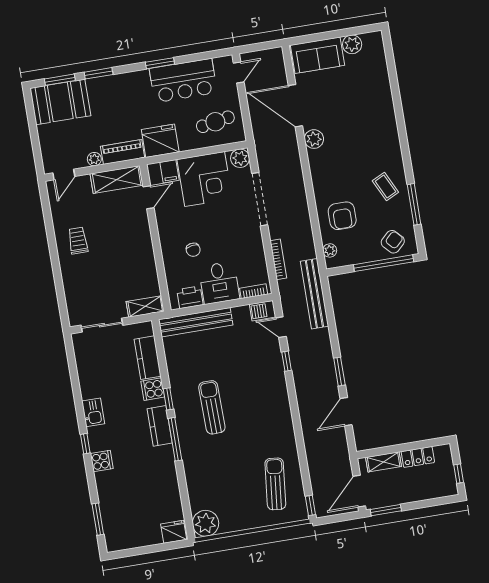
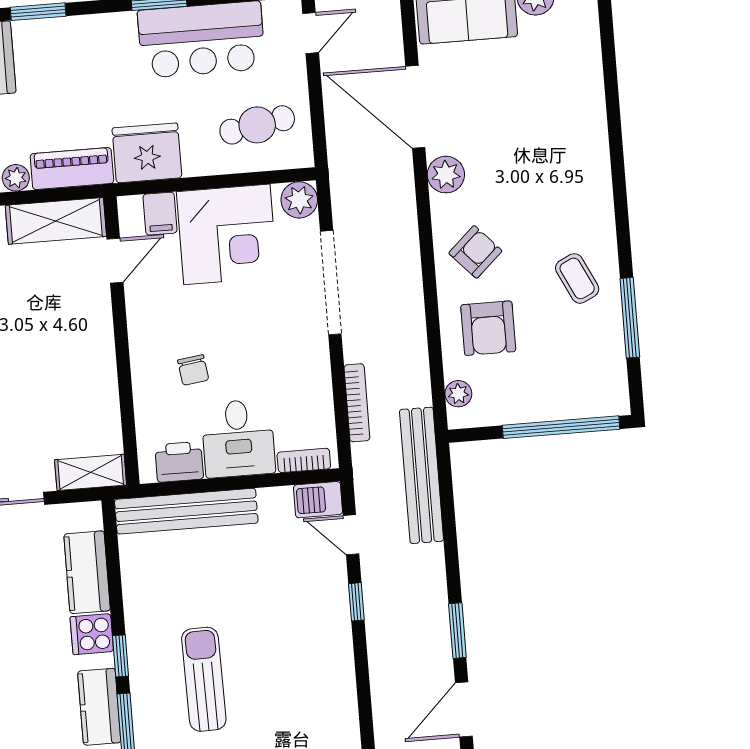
armchair: (393, 242) -> (475, 252), moved

